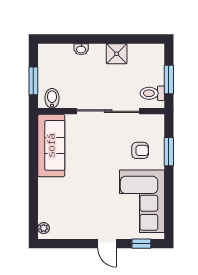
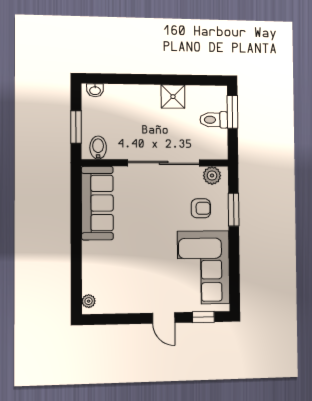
washbasin: (81, 49) -> (95, 90), moved
window: (169, 80) -> (232, 112), moved
toilet: (152, 93) -> (214, 120), moved
plant: (150, 122) -> (212, 176), added

